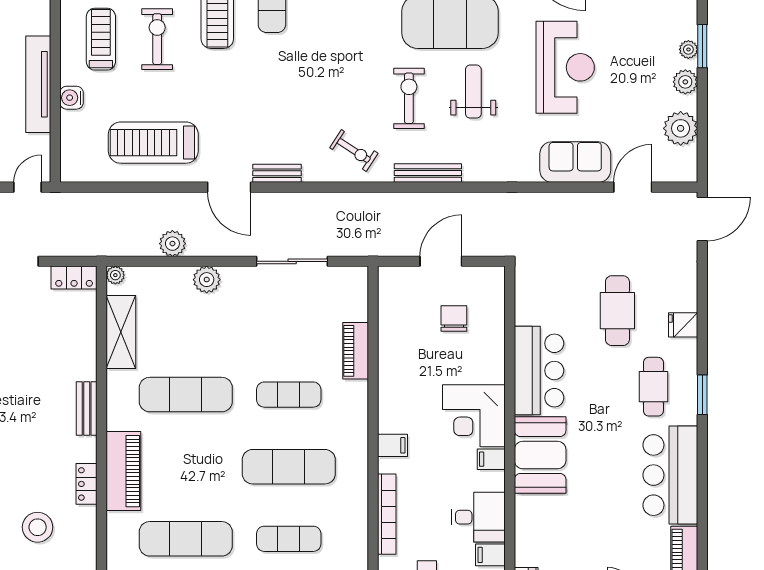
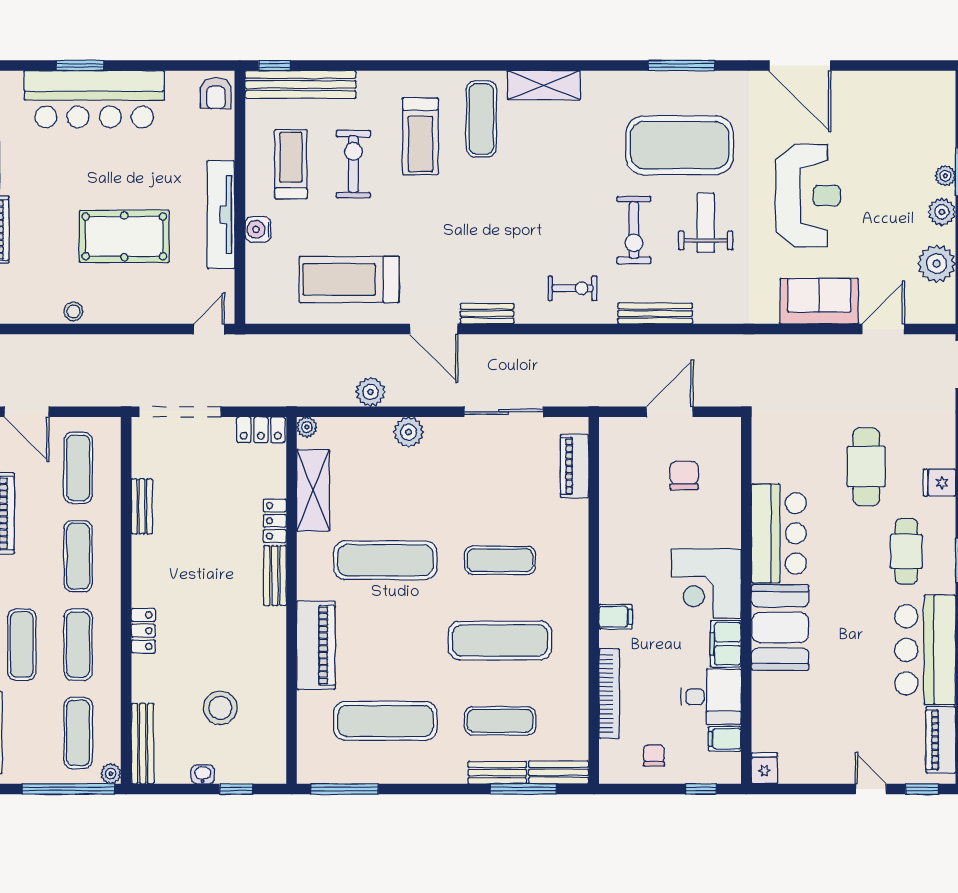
exercise bike: (409, 98) -> (634, 230), turned 180
exercise bike: (354, 150) -> (573, 288), turned -33
piano: (356, 351) -> (575, 466), moved
filing cabinet: (491, 459) -> (726, 644), width x2.00
locker: (87, 484) -> (275, 521), moved

